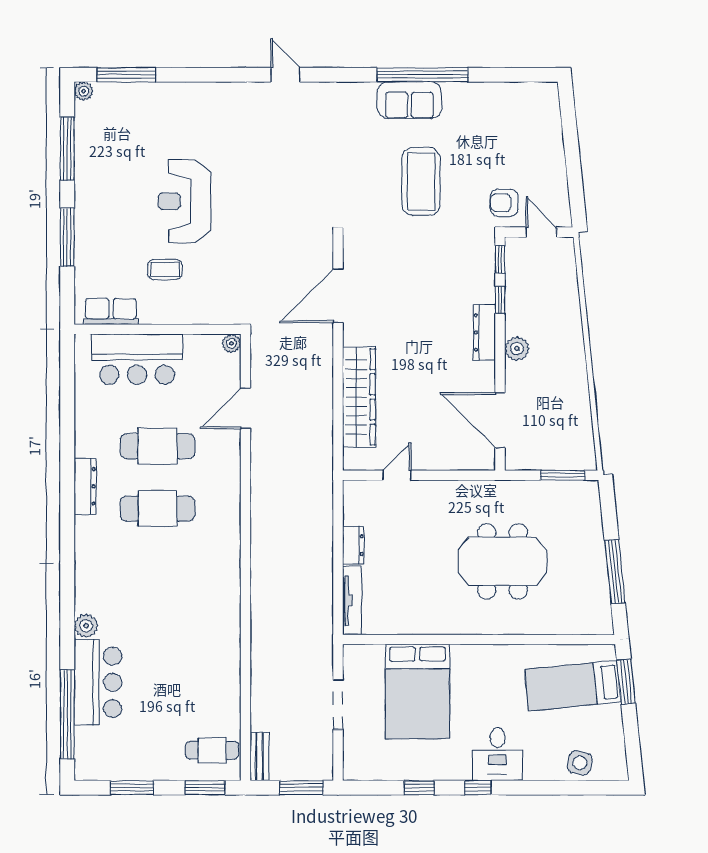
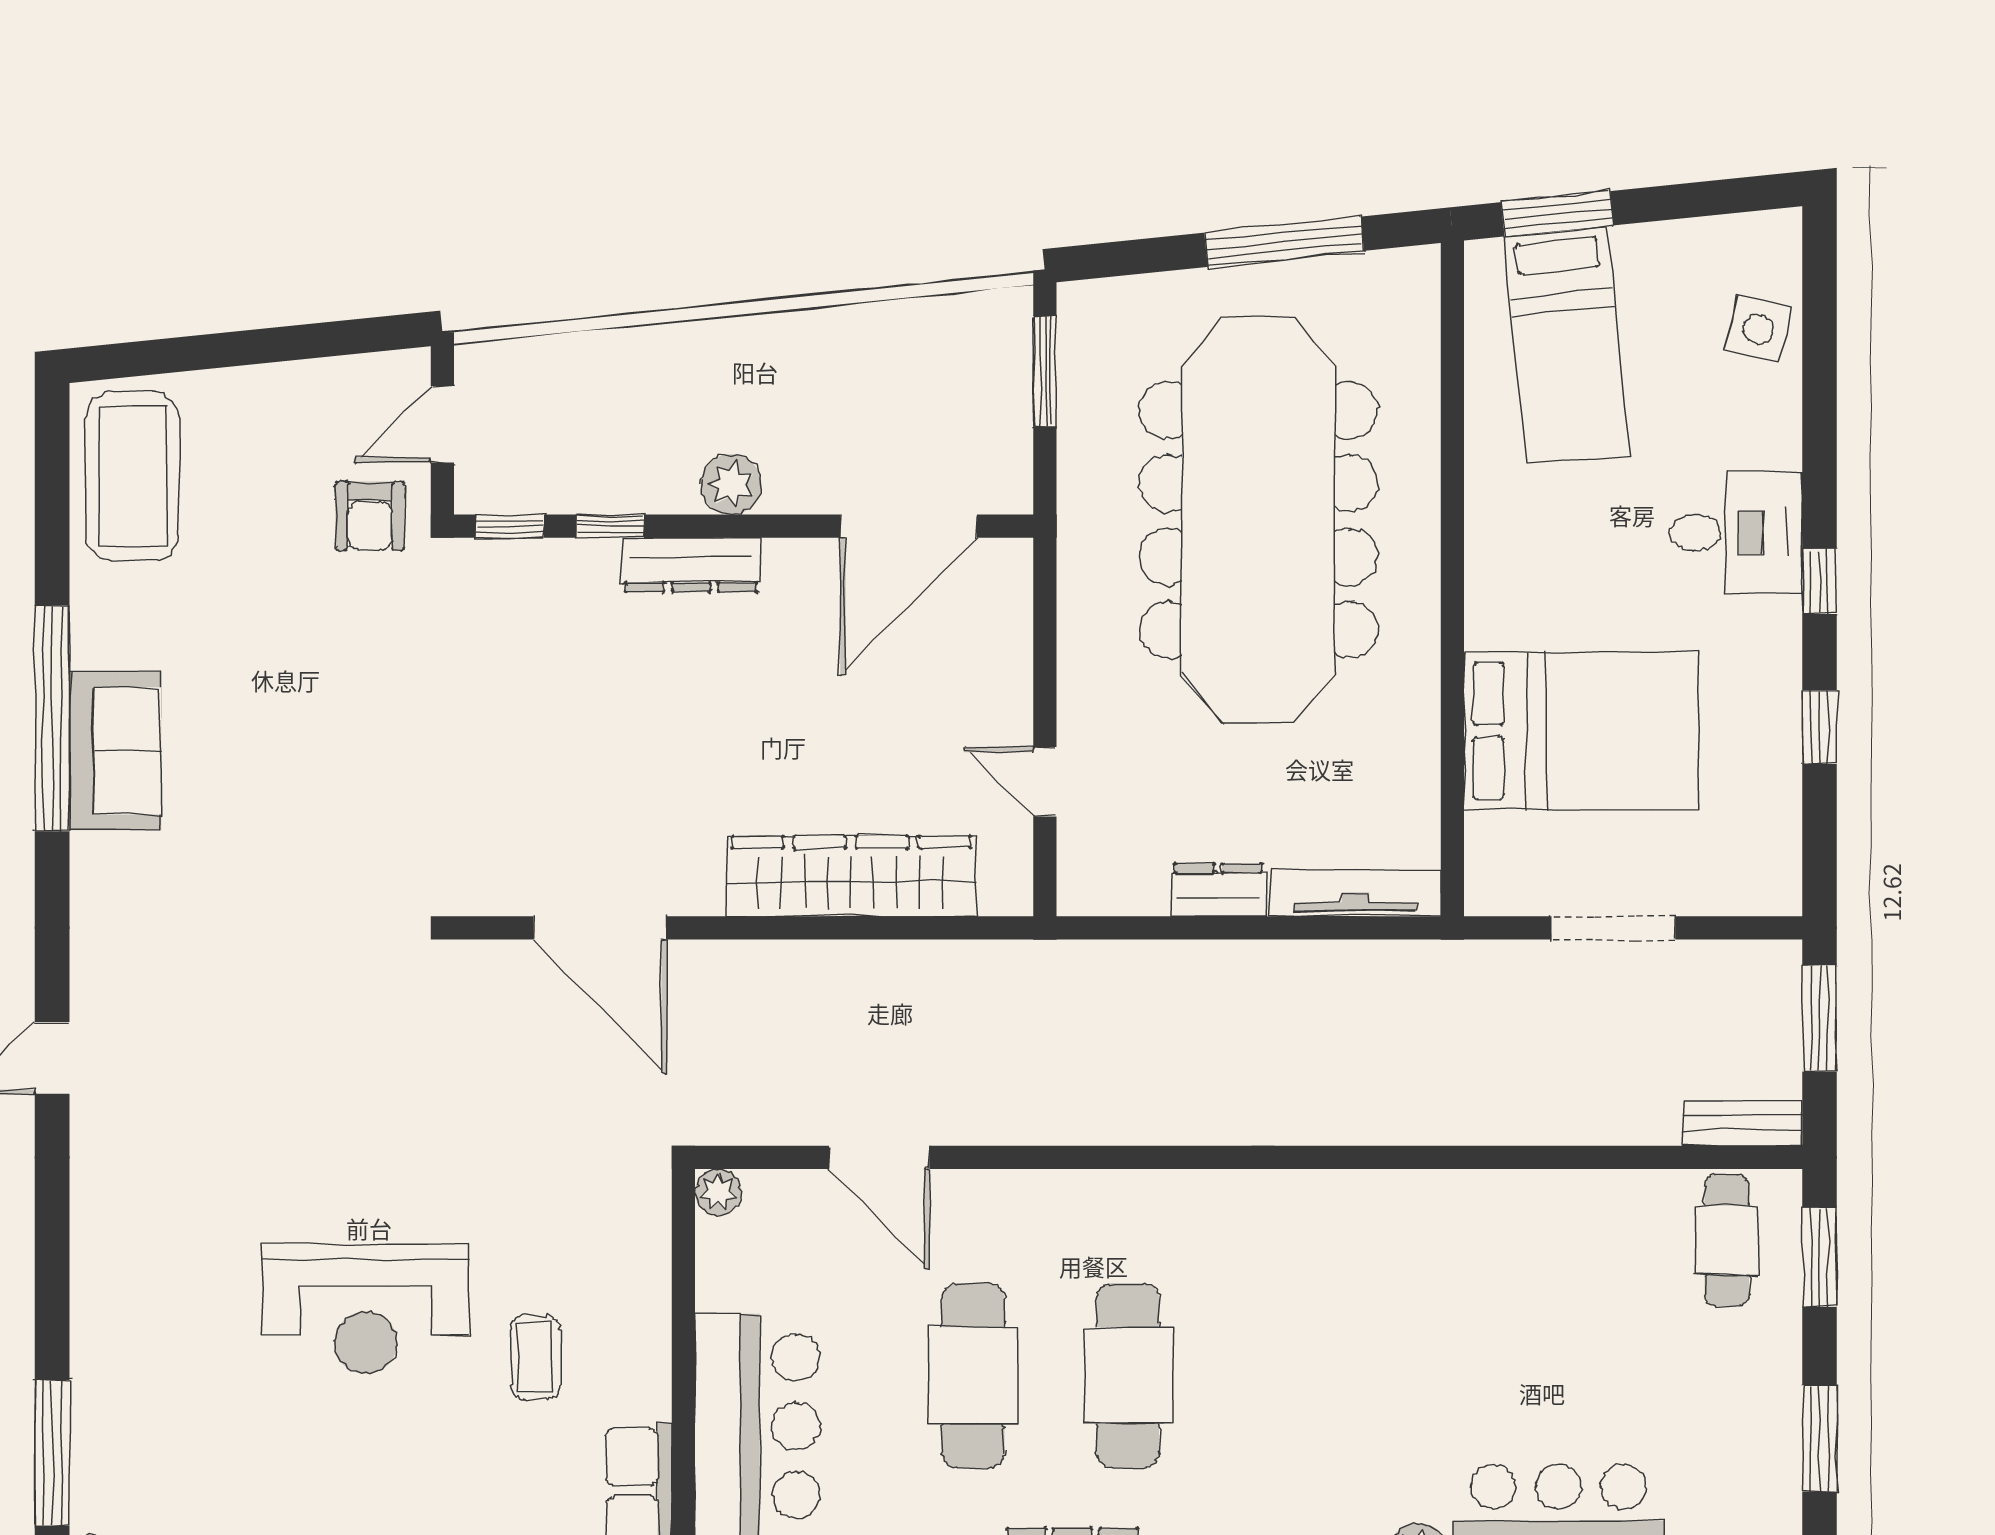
coffee table: (421, 181) -> (132, 476), moved, turned 90
meeting table: (503, 561) -> (1259, 520), width x1.86, depth x1.27

